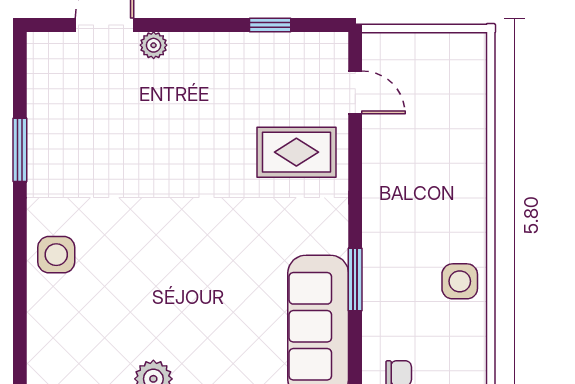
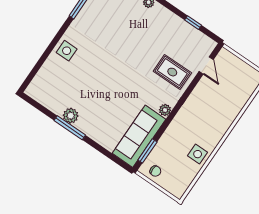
plant: (334, 238) -> (165, 110), added
window: (355, 279) -> (147, 151), moved

